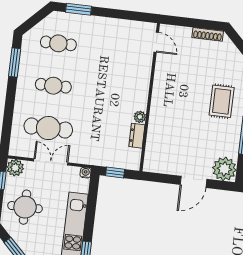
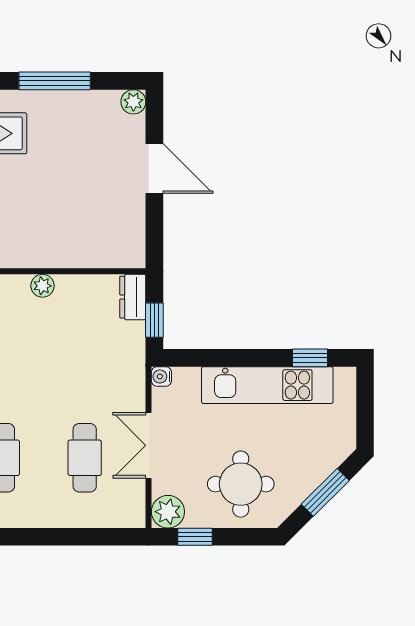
cafe table: (48, 128) -> (85, 458), width x0.73, depth x0.74
dresser: (137, 136) -> (133, 297), moved, turned 90
plant: (224, 169) -> (133, 102), width x0.53, depth x0.53

